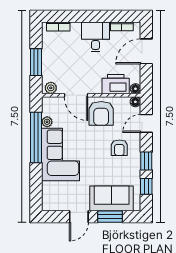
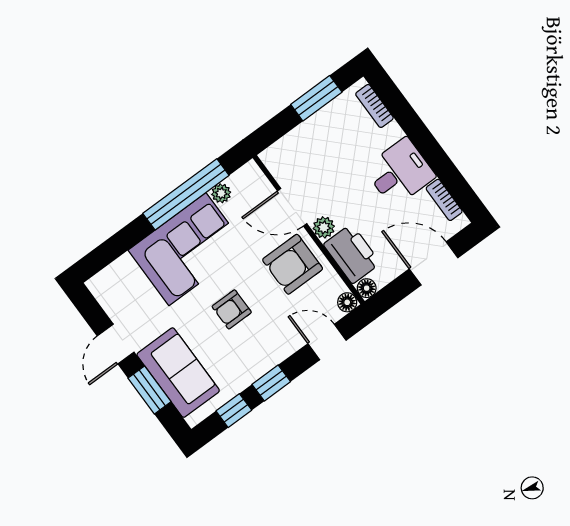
window: (36, 62) -> (316, 98), moved
plant: (51, 88) -> (324, 227), moved
door: (76, 95) -> (292, 207), hinge flipped
armchair: (119, 148) -> (232, 309), moved
door: (79, 217) -> (116, 344), hinge flipped

